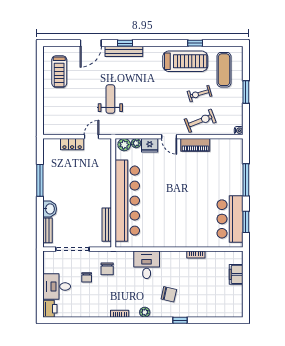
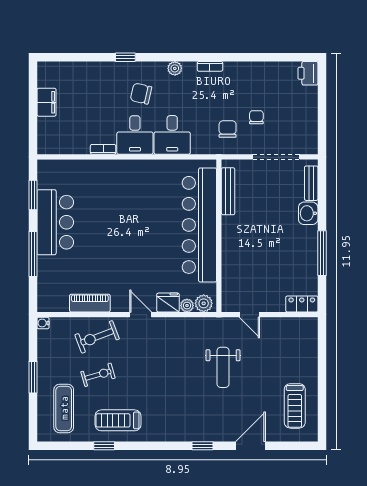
bench: (124, 51) -> (204, 434), removed
treadmill: (185, 61) -> (118, 420), width x0.73, depth x0.73
treadmill: (59, 72) -> (295, 406), turned 180
door: (92, 137) -> (249, 315), hinge flipped
locker: (72, 144) -> (302, 304), moved
piano: (195, 145) -> (90, 303), moved
bar counter: (230, 219) -> (55, 222), moved
filing cabinet: (236, 274) -> (47, 102), moved
desk: (57, 286) -> (135, 135), moved, turned 90

